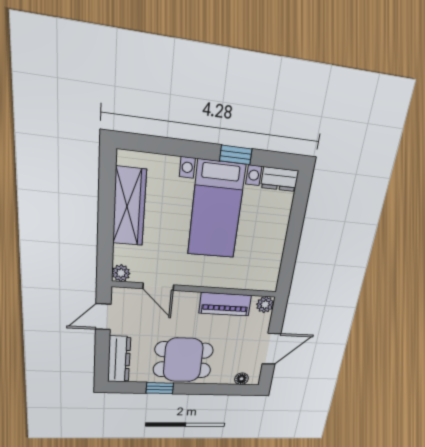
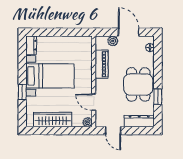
window: (236, 155) -> (22, 92), moved
door: (158, 287) -> (94, 102), swing flipped
plant: (265, 305) -> (113, 41), moved

